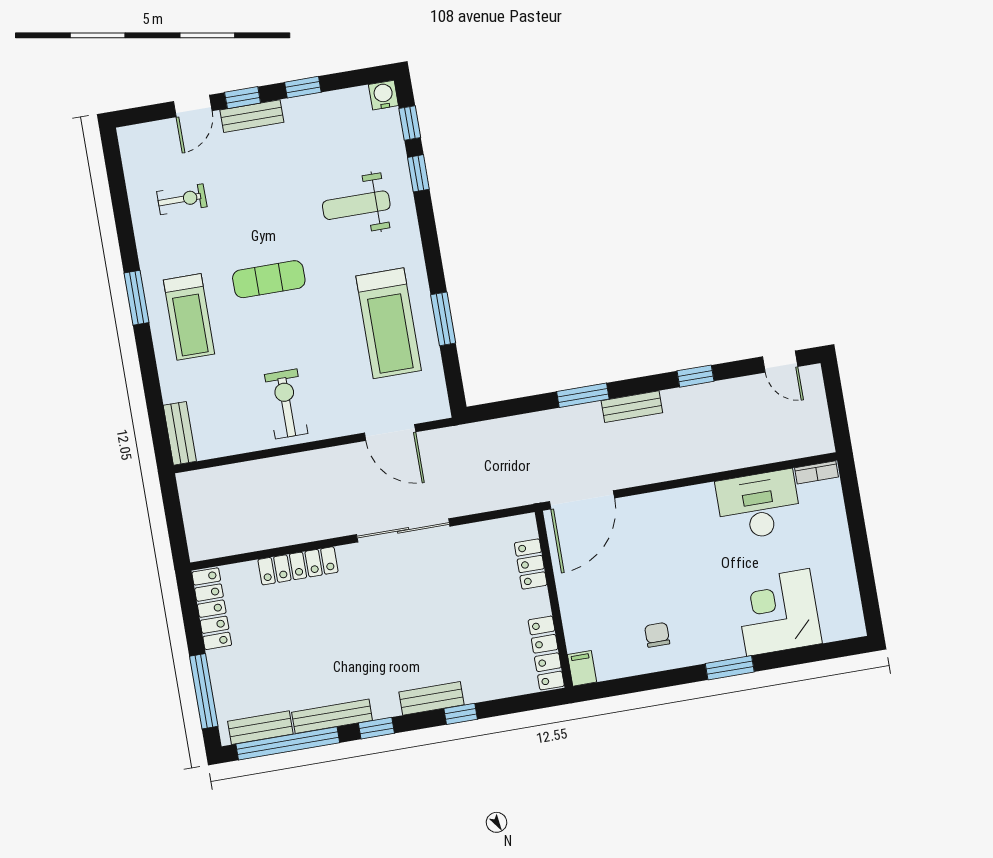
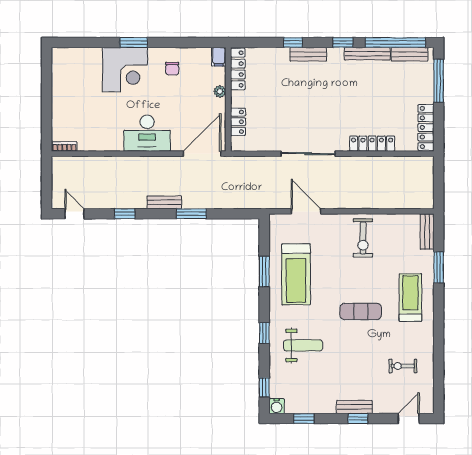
window: (303, 87) -> (304, 419), moved
door: (193, 106) -> (409, 419), moved
window: (418, 173) -> (264, 333), moved
window: (137, 298) -> (439, 267), moved
treadmill: (389, 323) -> (296, 274), turned 180
desk: (759, 505) -> (147, 133), moved
plant: (570, 610) -> (220, 91), added
corner desk: (778, 612) -> (125, 70), moved

